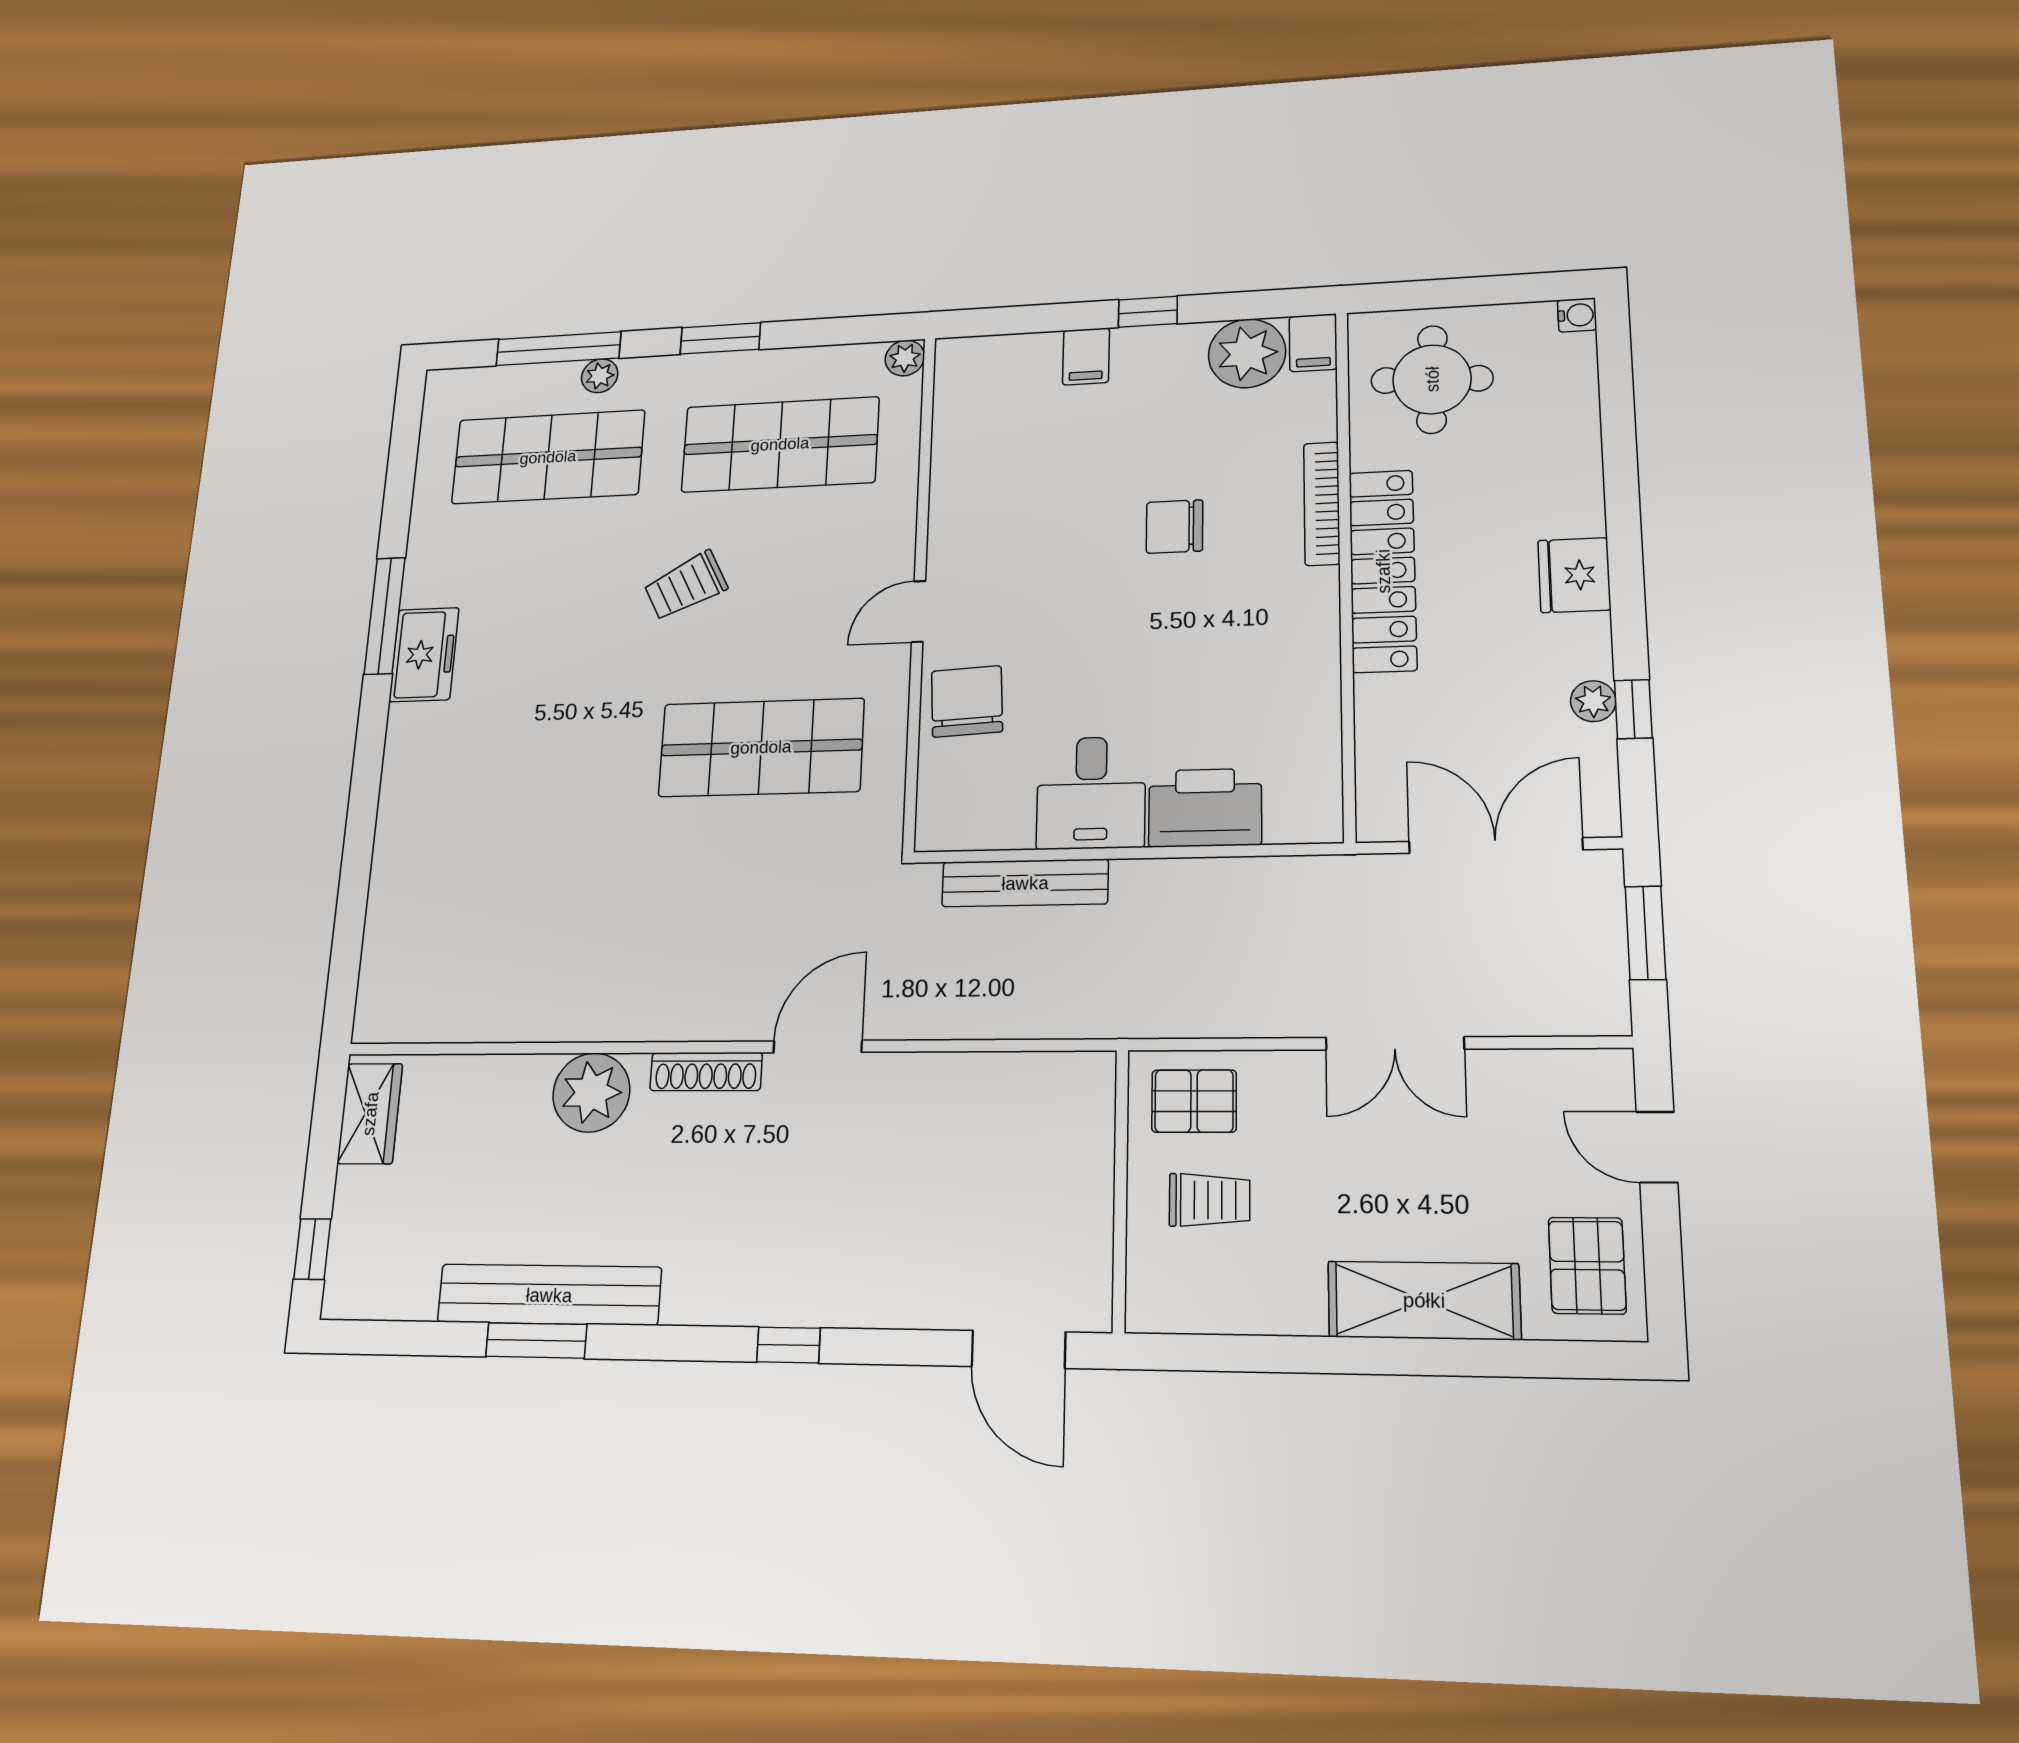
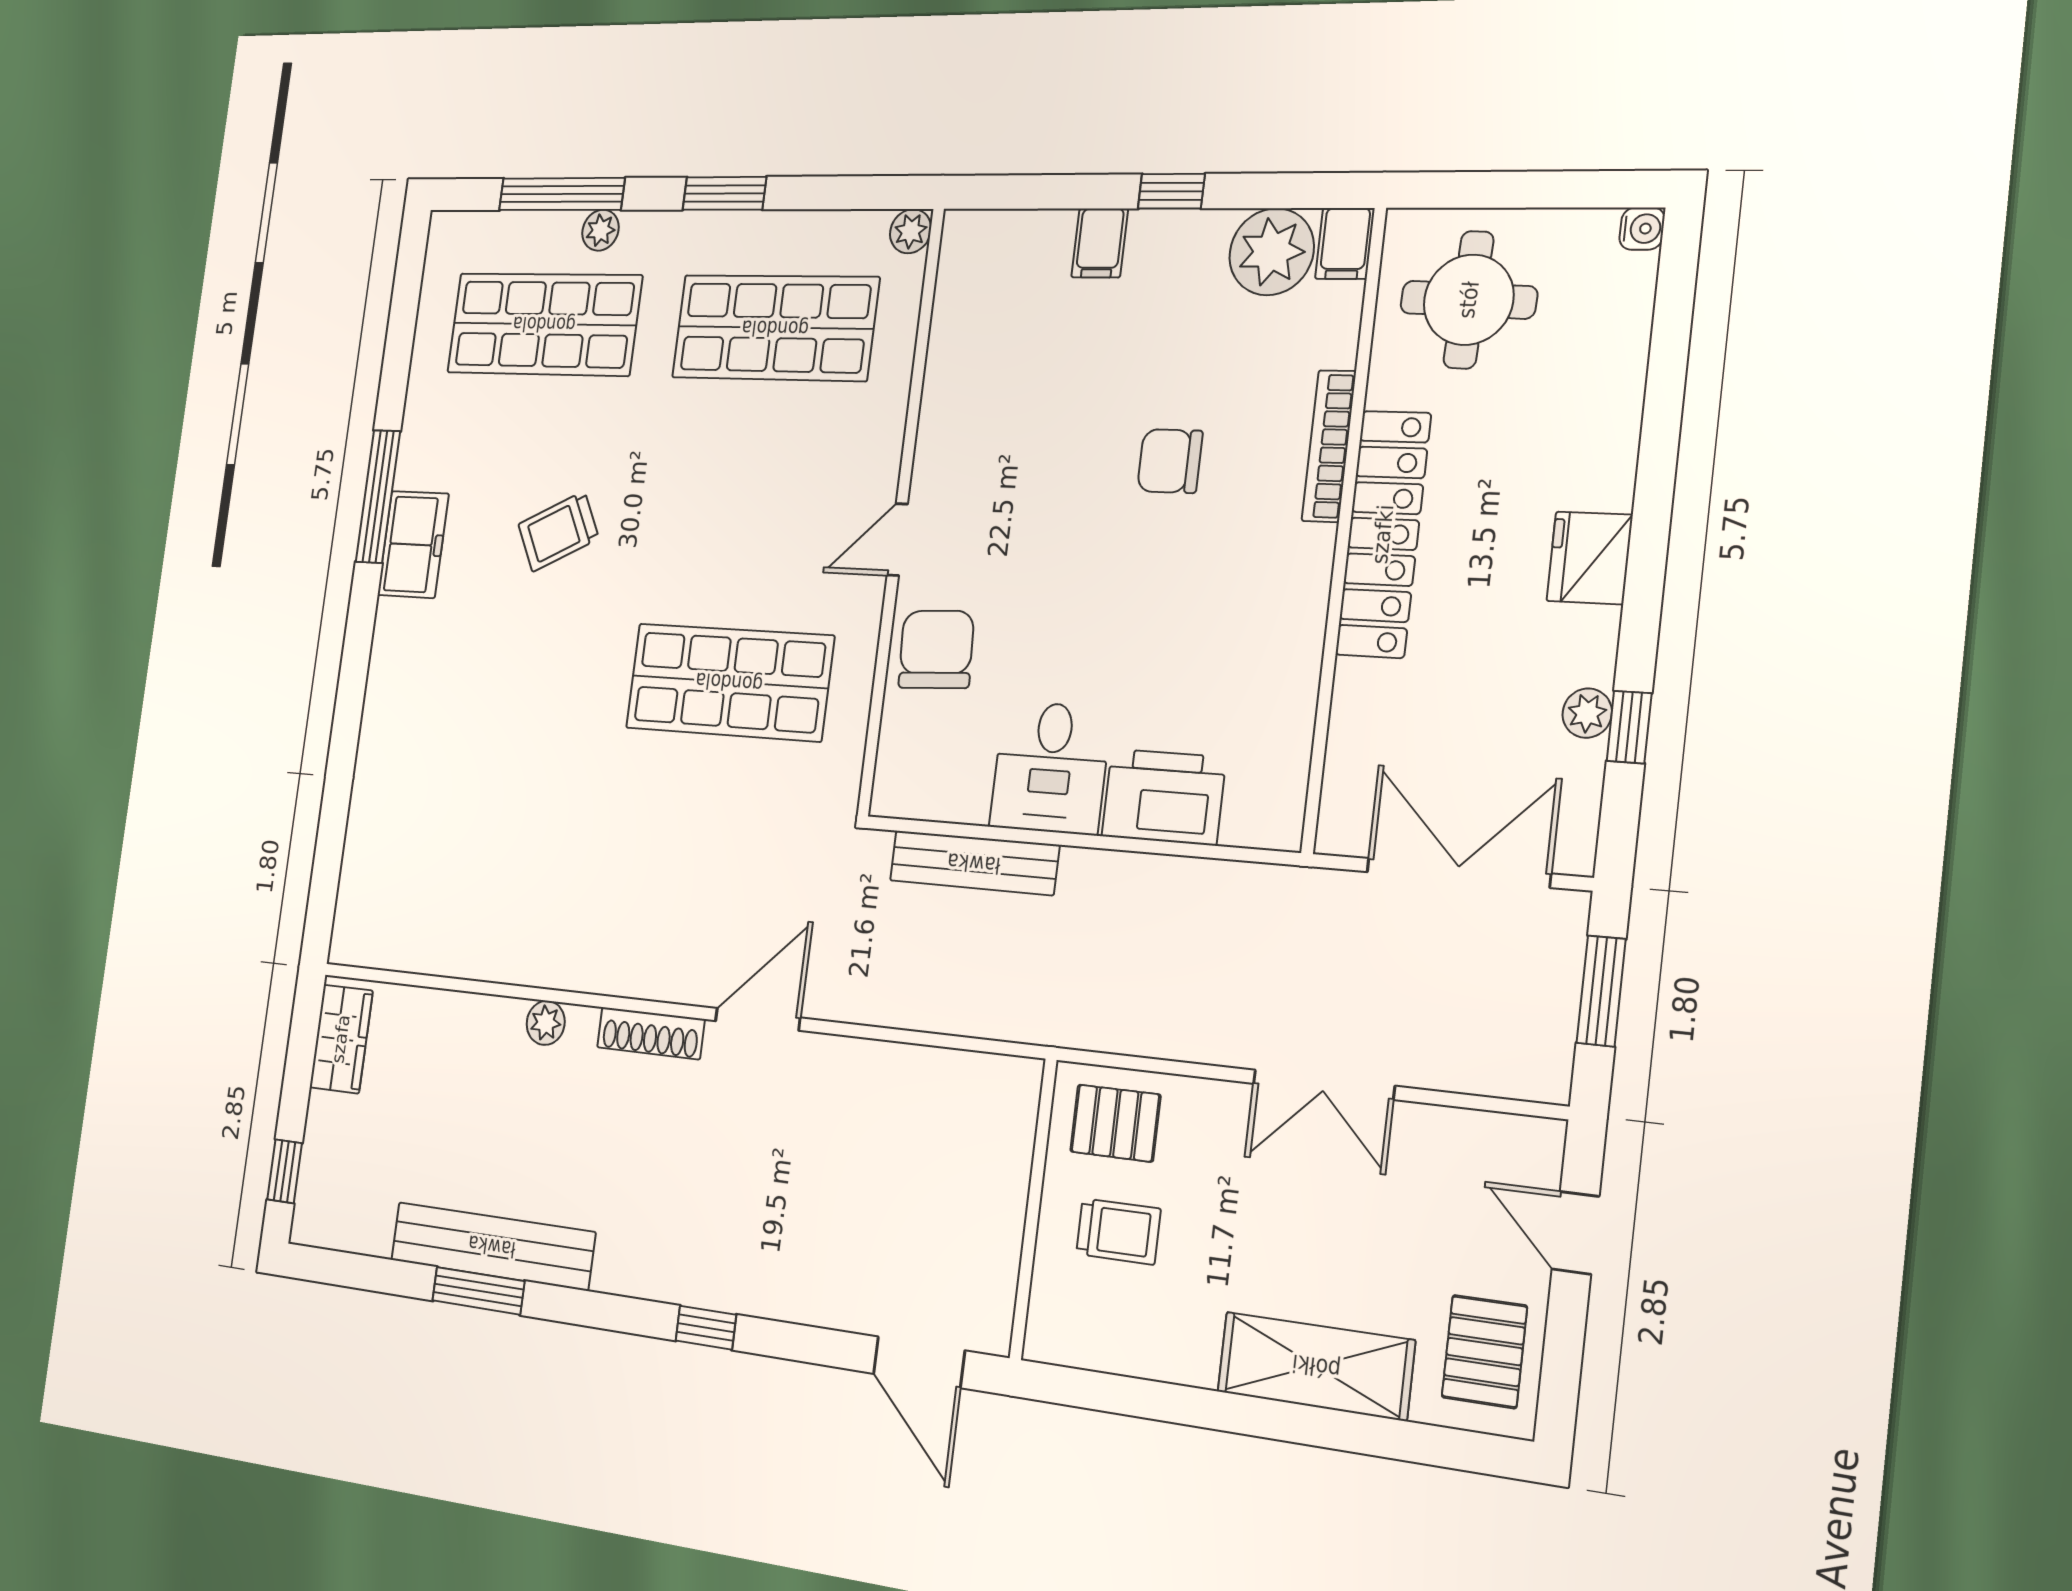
trolley: (686, 586) -> (558, 531), moved
plant: (591, 1092) -> (546, 1023), width x0.53, depth x0.53

